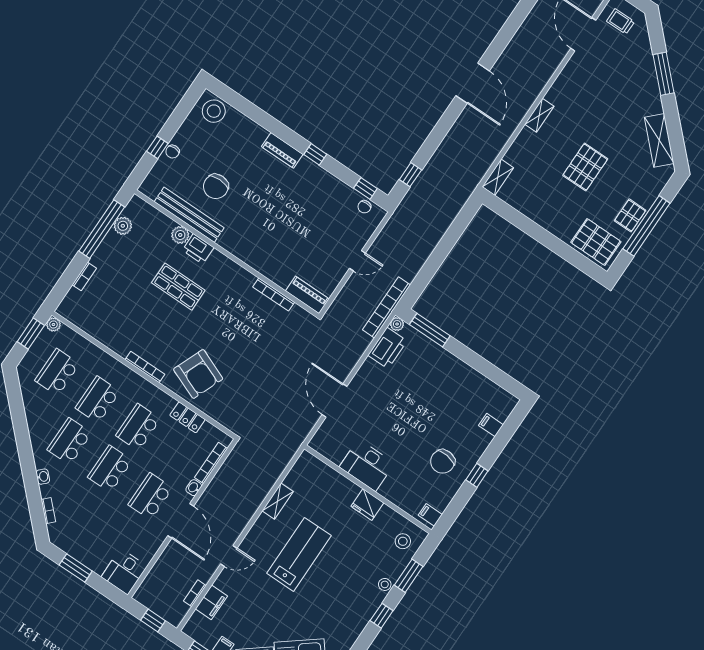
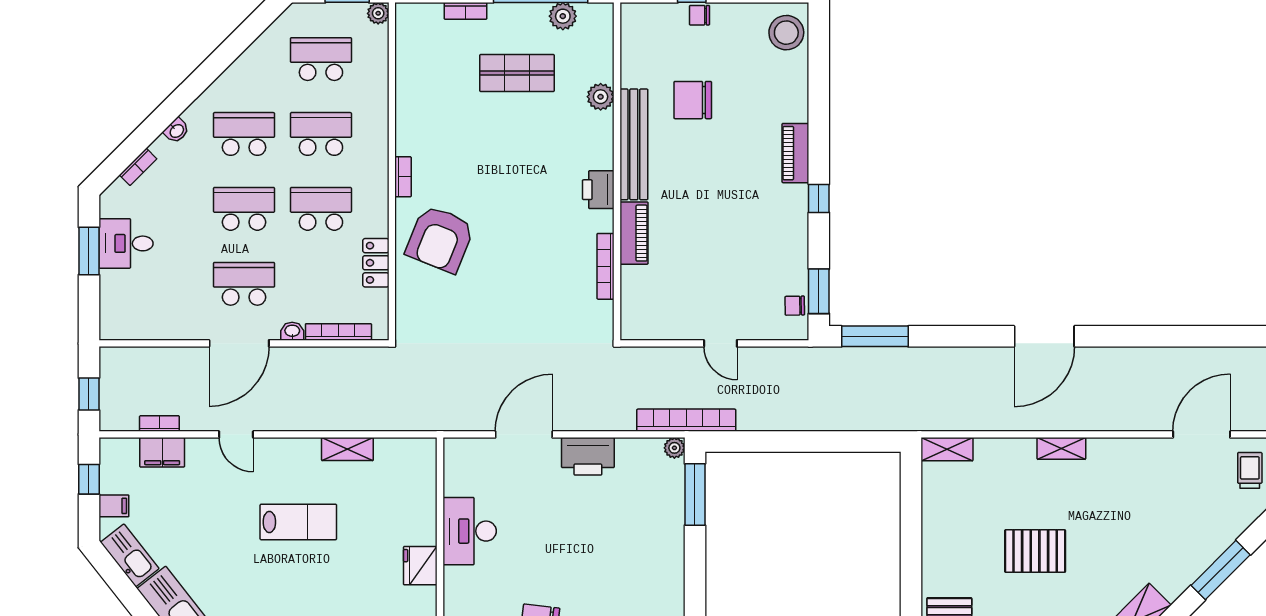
window: (410, 175) -> (875, 336), width x2.17
window: (365, 188) -> (819, 291), width x1.50
bench: (189, 215) -> (634, 144), moved
printer: (198, 249) -> (598, 190), moved
shop shelf: (178, 287) -> (517, 73), moved, turned 90
piano: (307, 295) -> (634, 233), moved
printer: (387, 348) -> (588, 456), moved
bookcase: (145, 367) -> (403, 177), width x0.64
lab bench: (299, 554) -> (298, 522), width x0.73, depth x0.72
desk: (124, 572) -> (126, 243), moved

